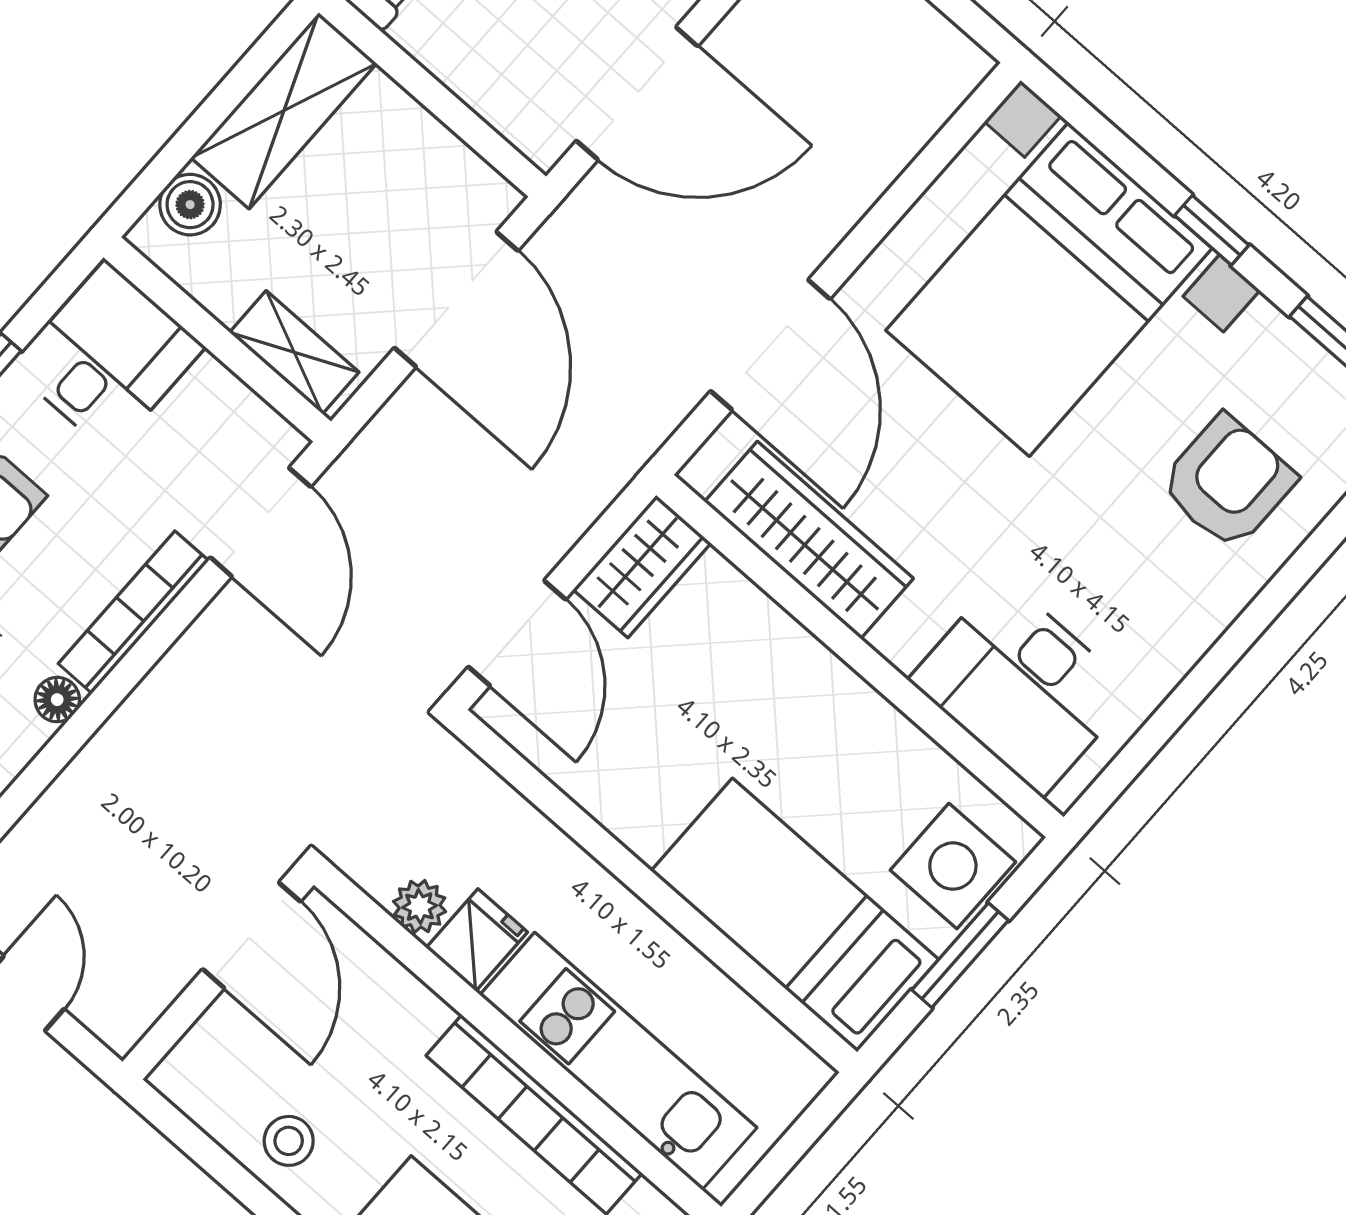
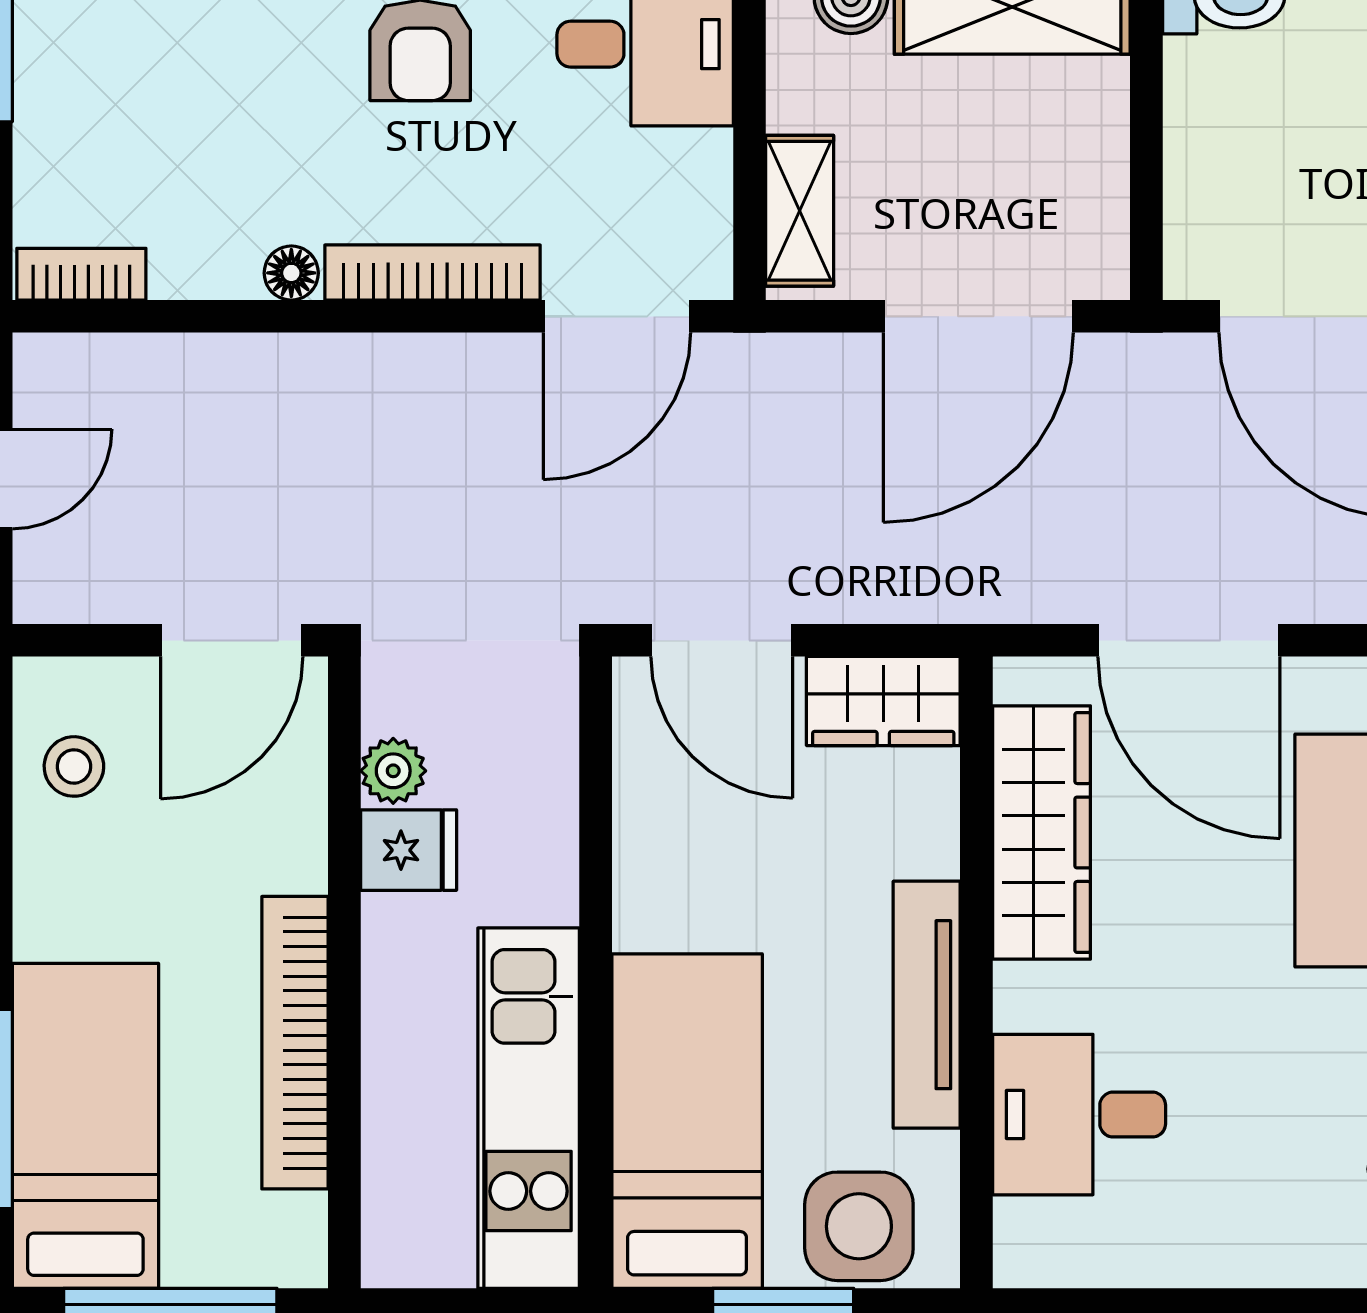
door: (770, 345) -> (1189, 640), hinge flipped
door: (517, 633) -> (722, 640), hinge flipped
desk: (1022, 686) -> (1079, 1115), width x0.73
tv unit: (853, 704) -> (927, 1005), added
kitchen unit: (618, 1061) -> (529, 1108), moved, turned 180
stool: (289, 1141) -> (74, 766), moved

